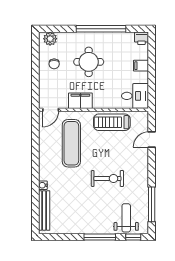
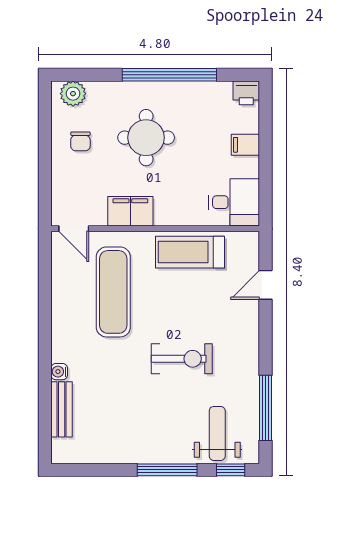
door: (51, 110) -> (74, 229), hinge flipped
bench: (44, 211) -> (62, 409), width x0.73

